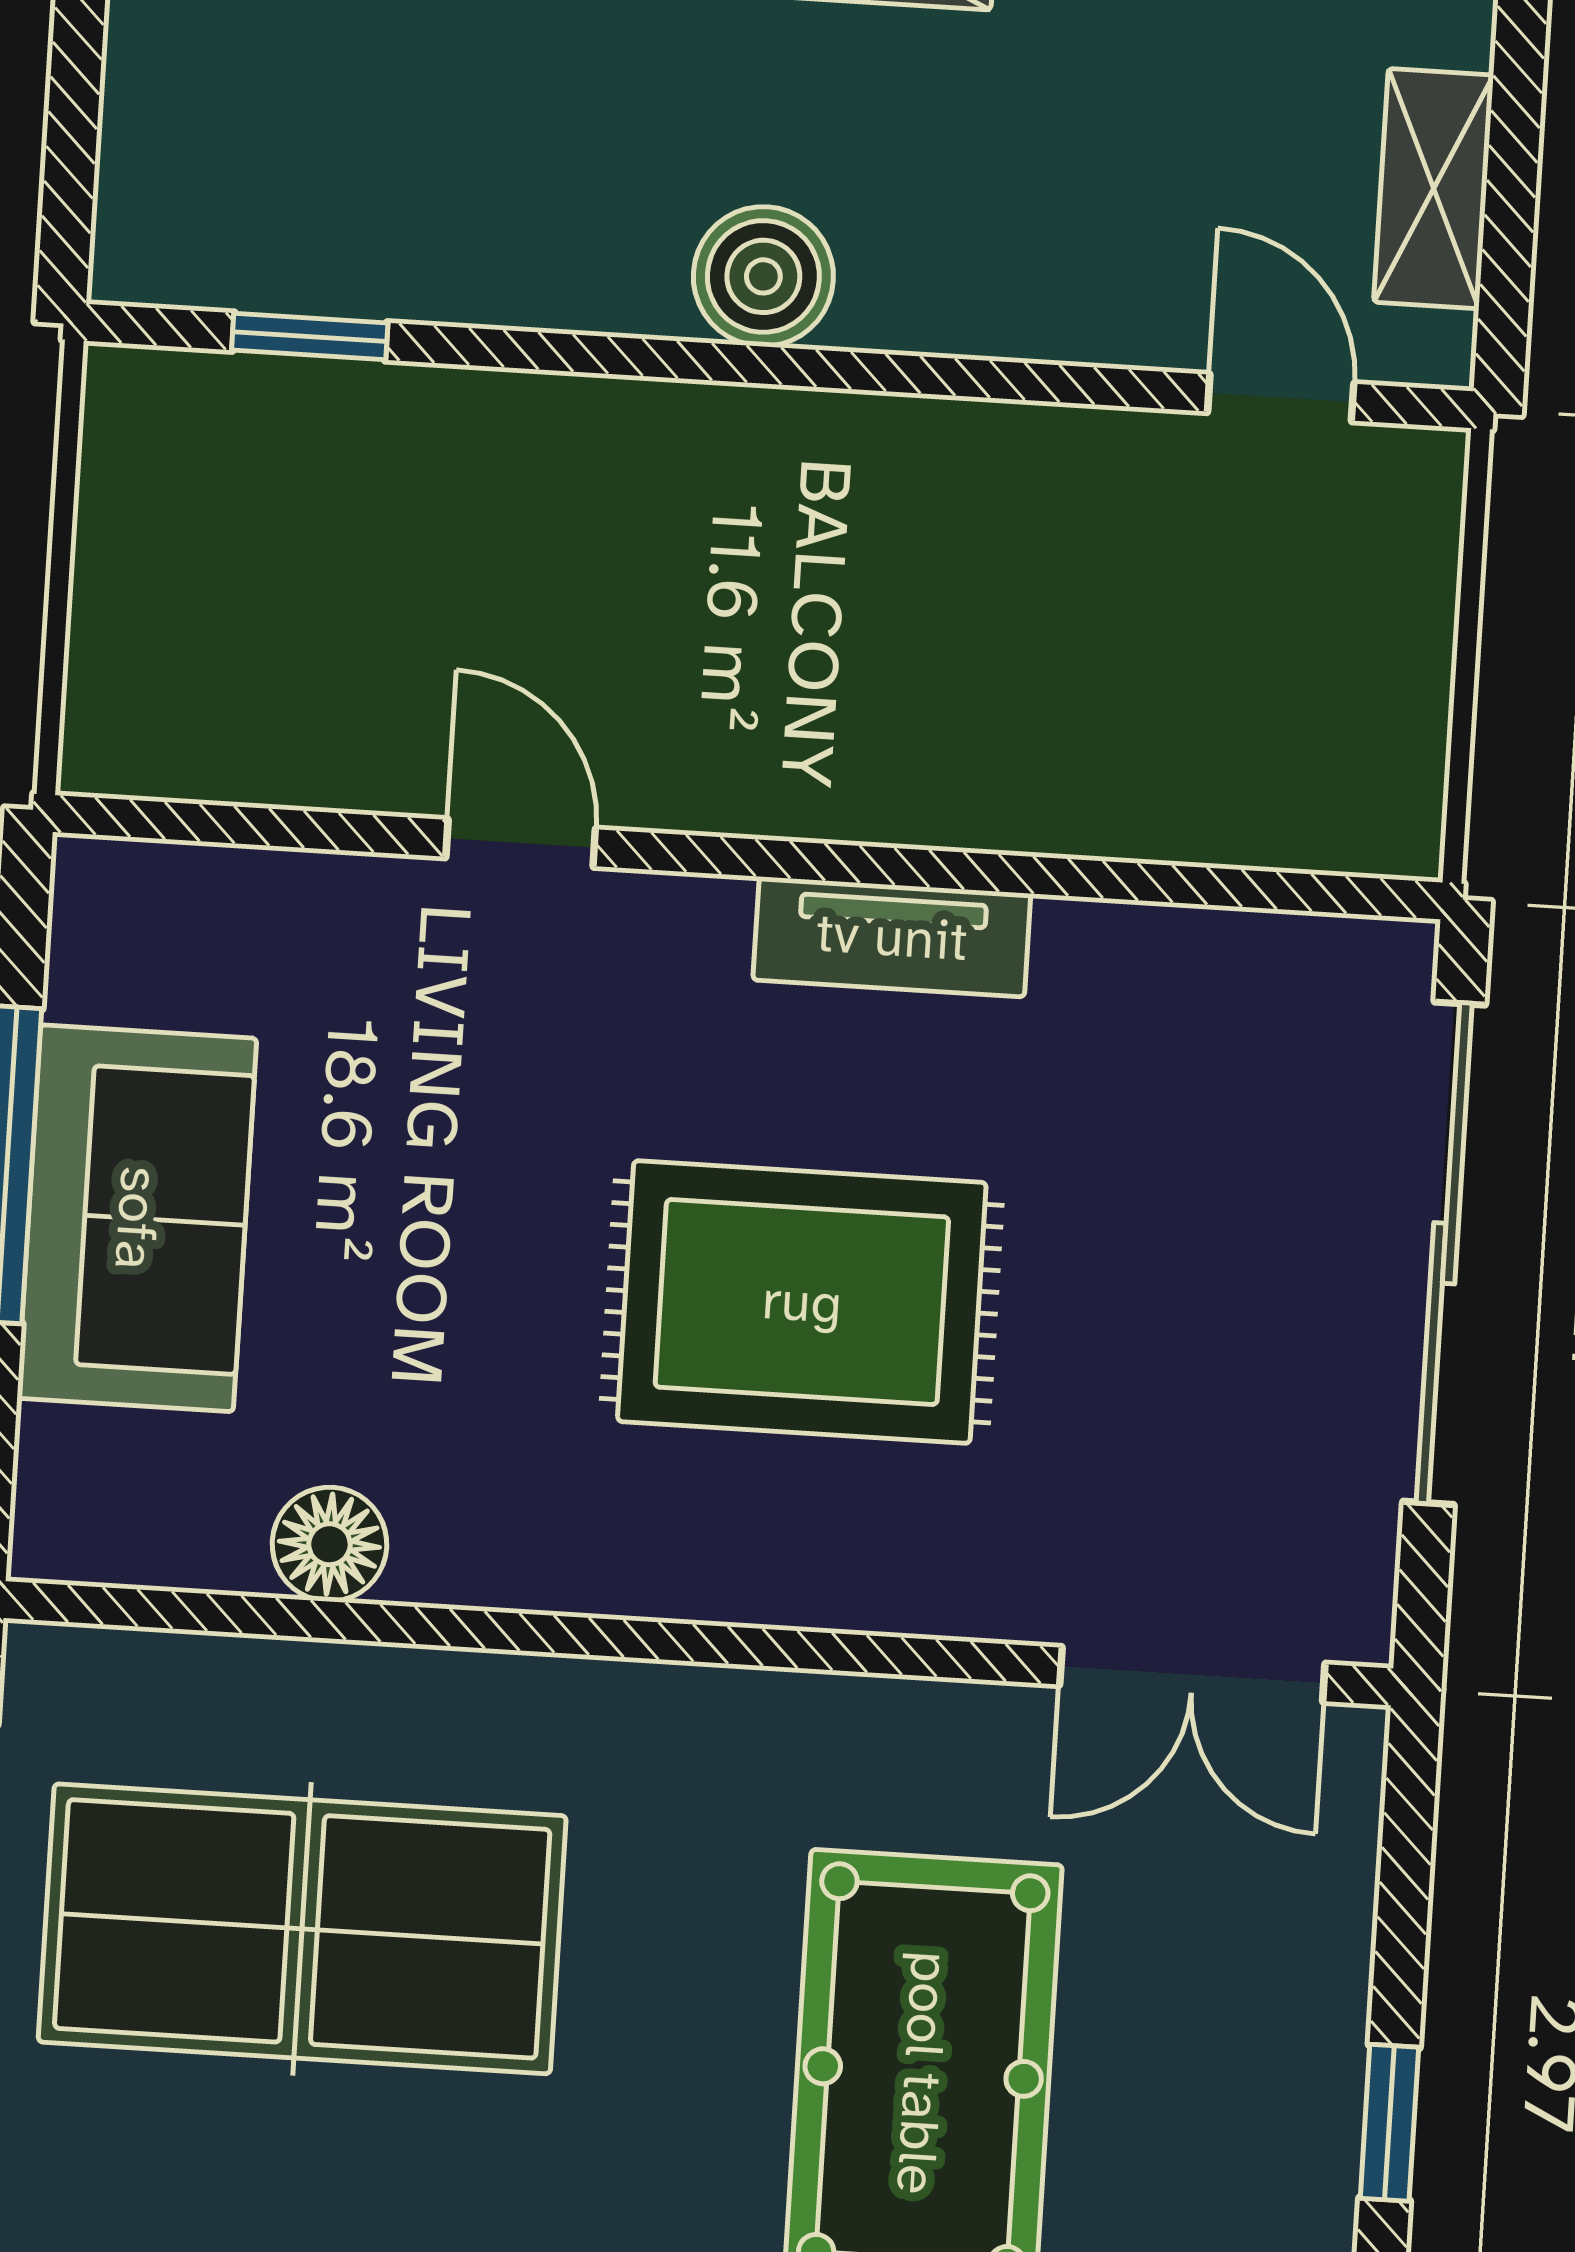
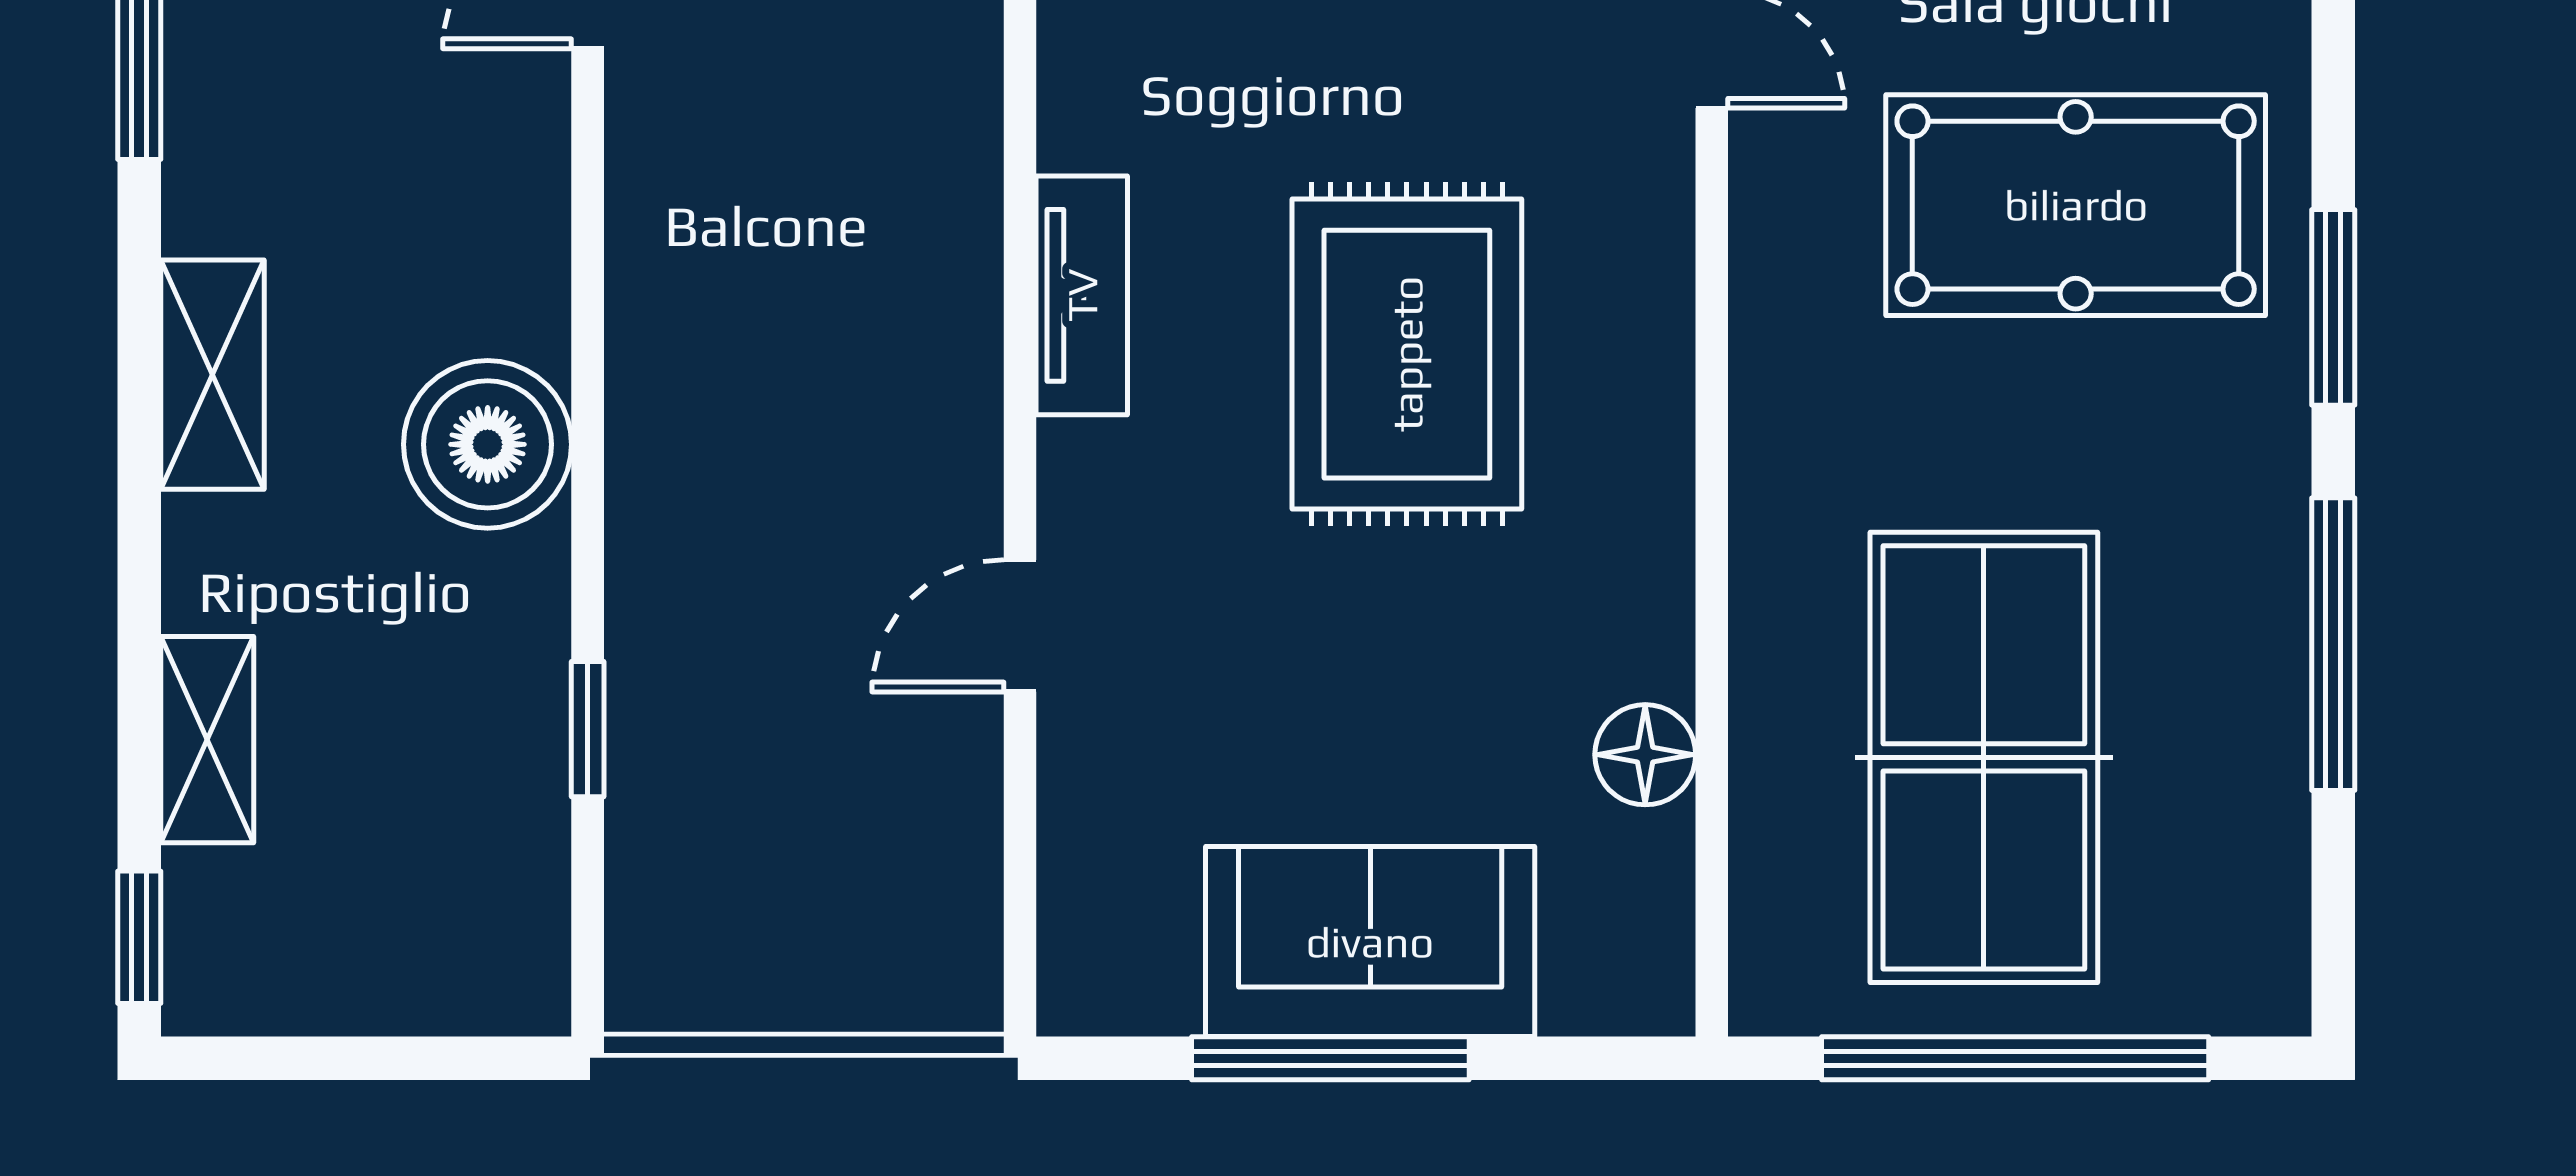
boiler: (763, 276) -> (488, 444), width x1.37, depth x1.37
window: (310, 336) -> (588, 729), moved

